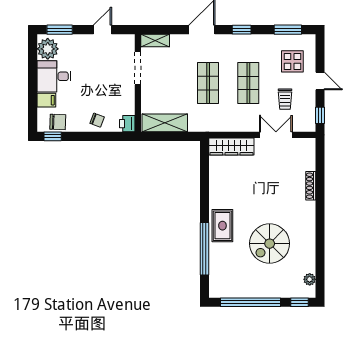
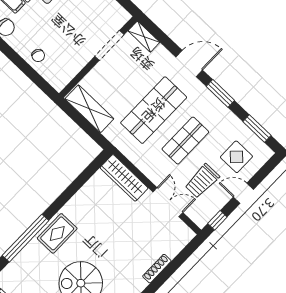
window: (242, 30) -> (220, 93), width x1.50
door: (320, 81) -> (243, 193), swing flipped
shop shelf: (208, 83) -> (154, 110), width x1.43, depth x1.36
trolley: (285, 99) -> (202, 181), width x1.36, depth x1.39
printer: (127, 124) -> (59, 81), removed

